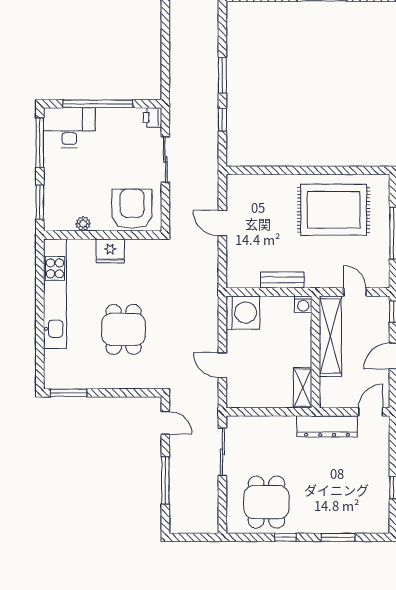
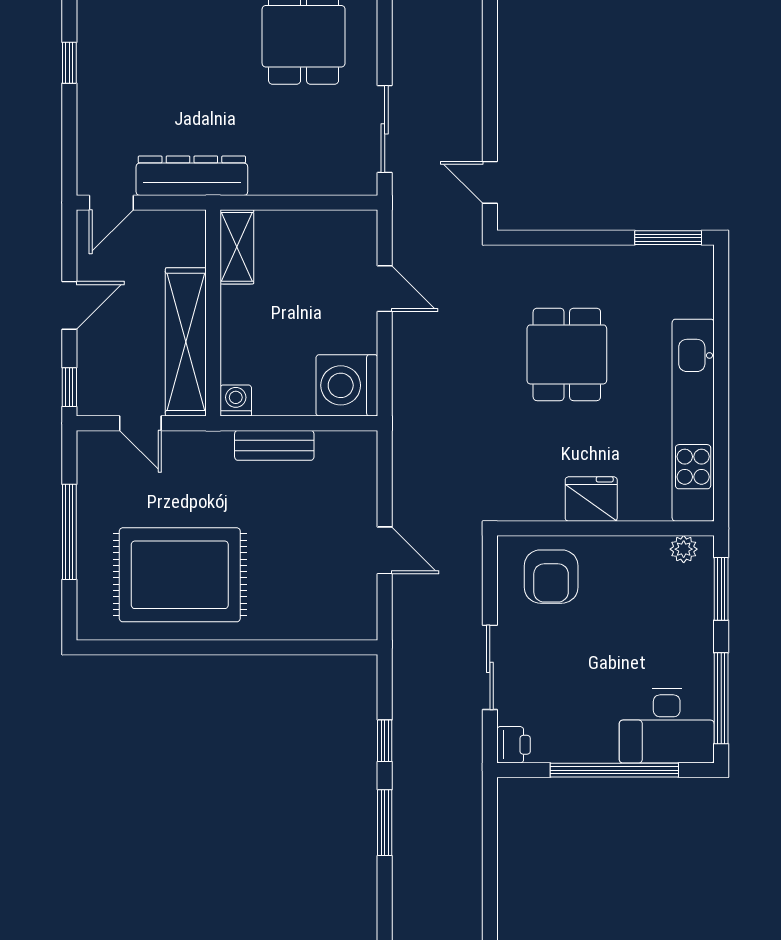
armchair: (132, 209) -> (551, 577), width x0.73, depth x0.73
plant: (83, 224) -> (684, 549), moved
window: (165, 480) -> (490, 76), removed

